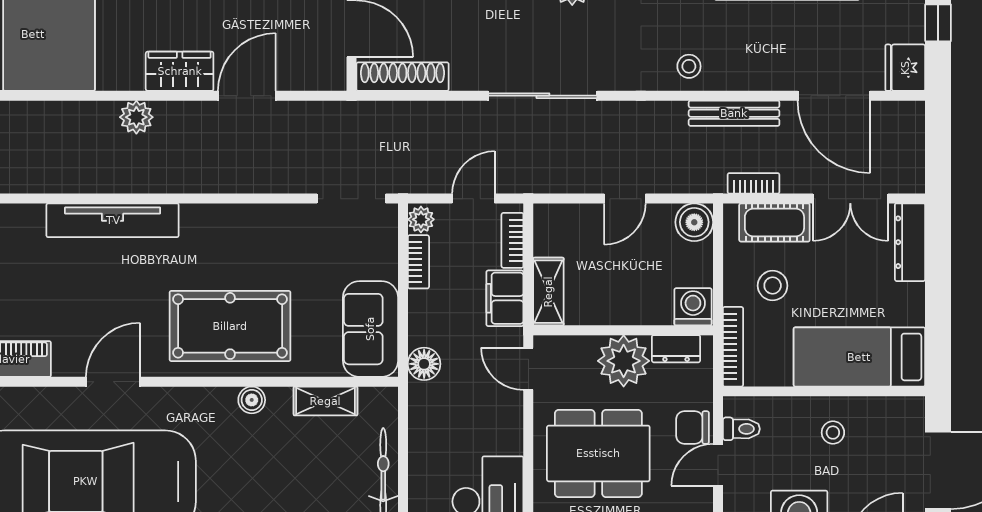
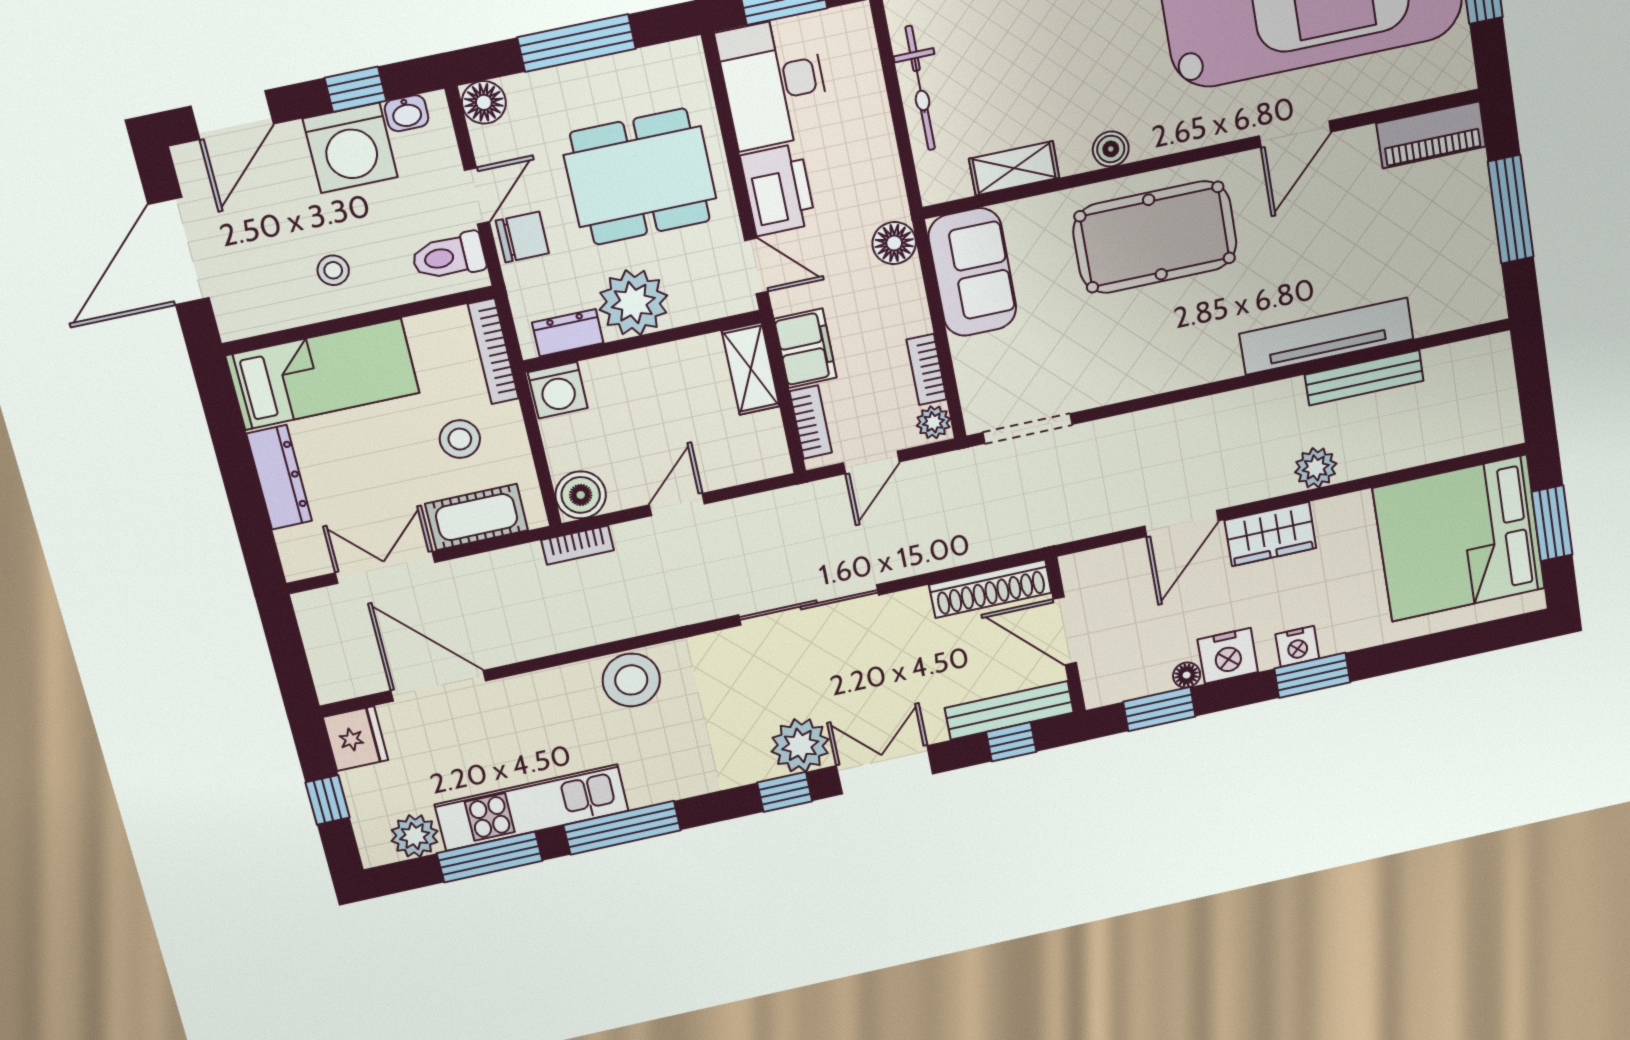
stool: (689, 66) -> (631, 680), width x1.89, depth x1.89
bench: (734, 113) -> (1364, 378), moved
bookcase: (753, 183) -> (578, 545), moved
dresser: (910, 242) -> (279, 477), moved
printer: (501, 422) -> (778, 190), added
toilet: (741, 429) -> (449, 256), width x1.37, depth x1.39

